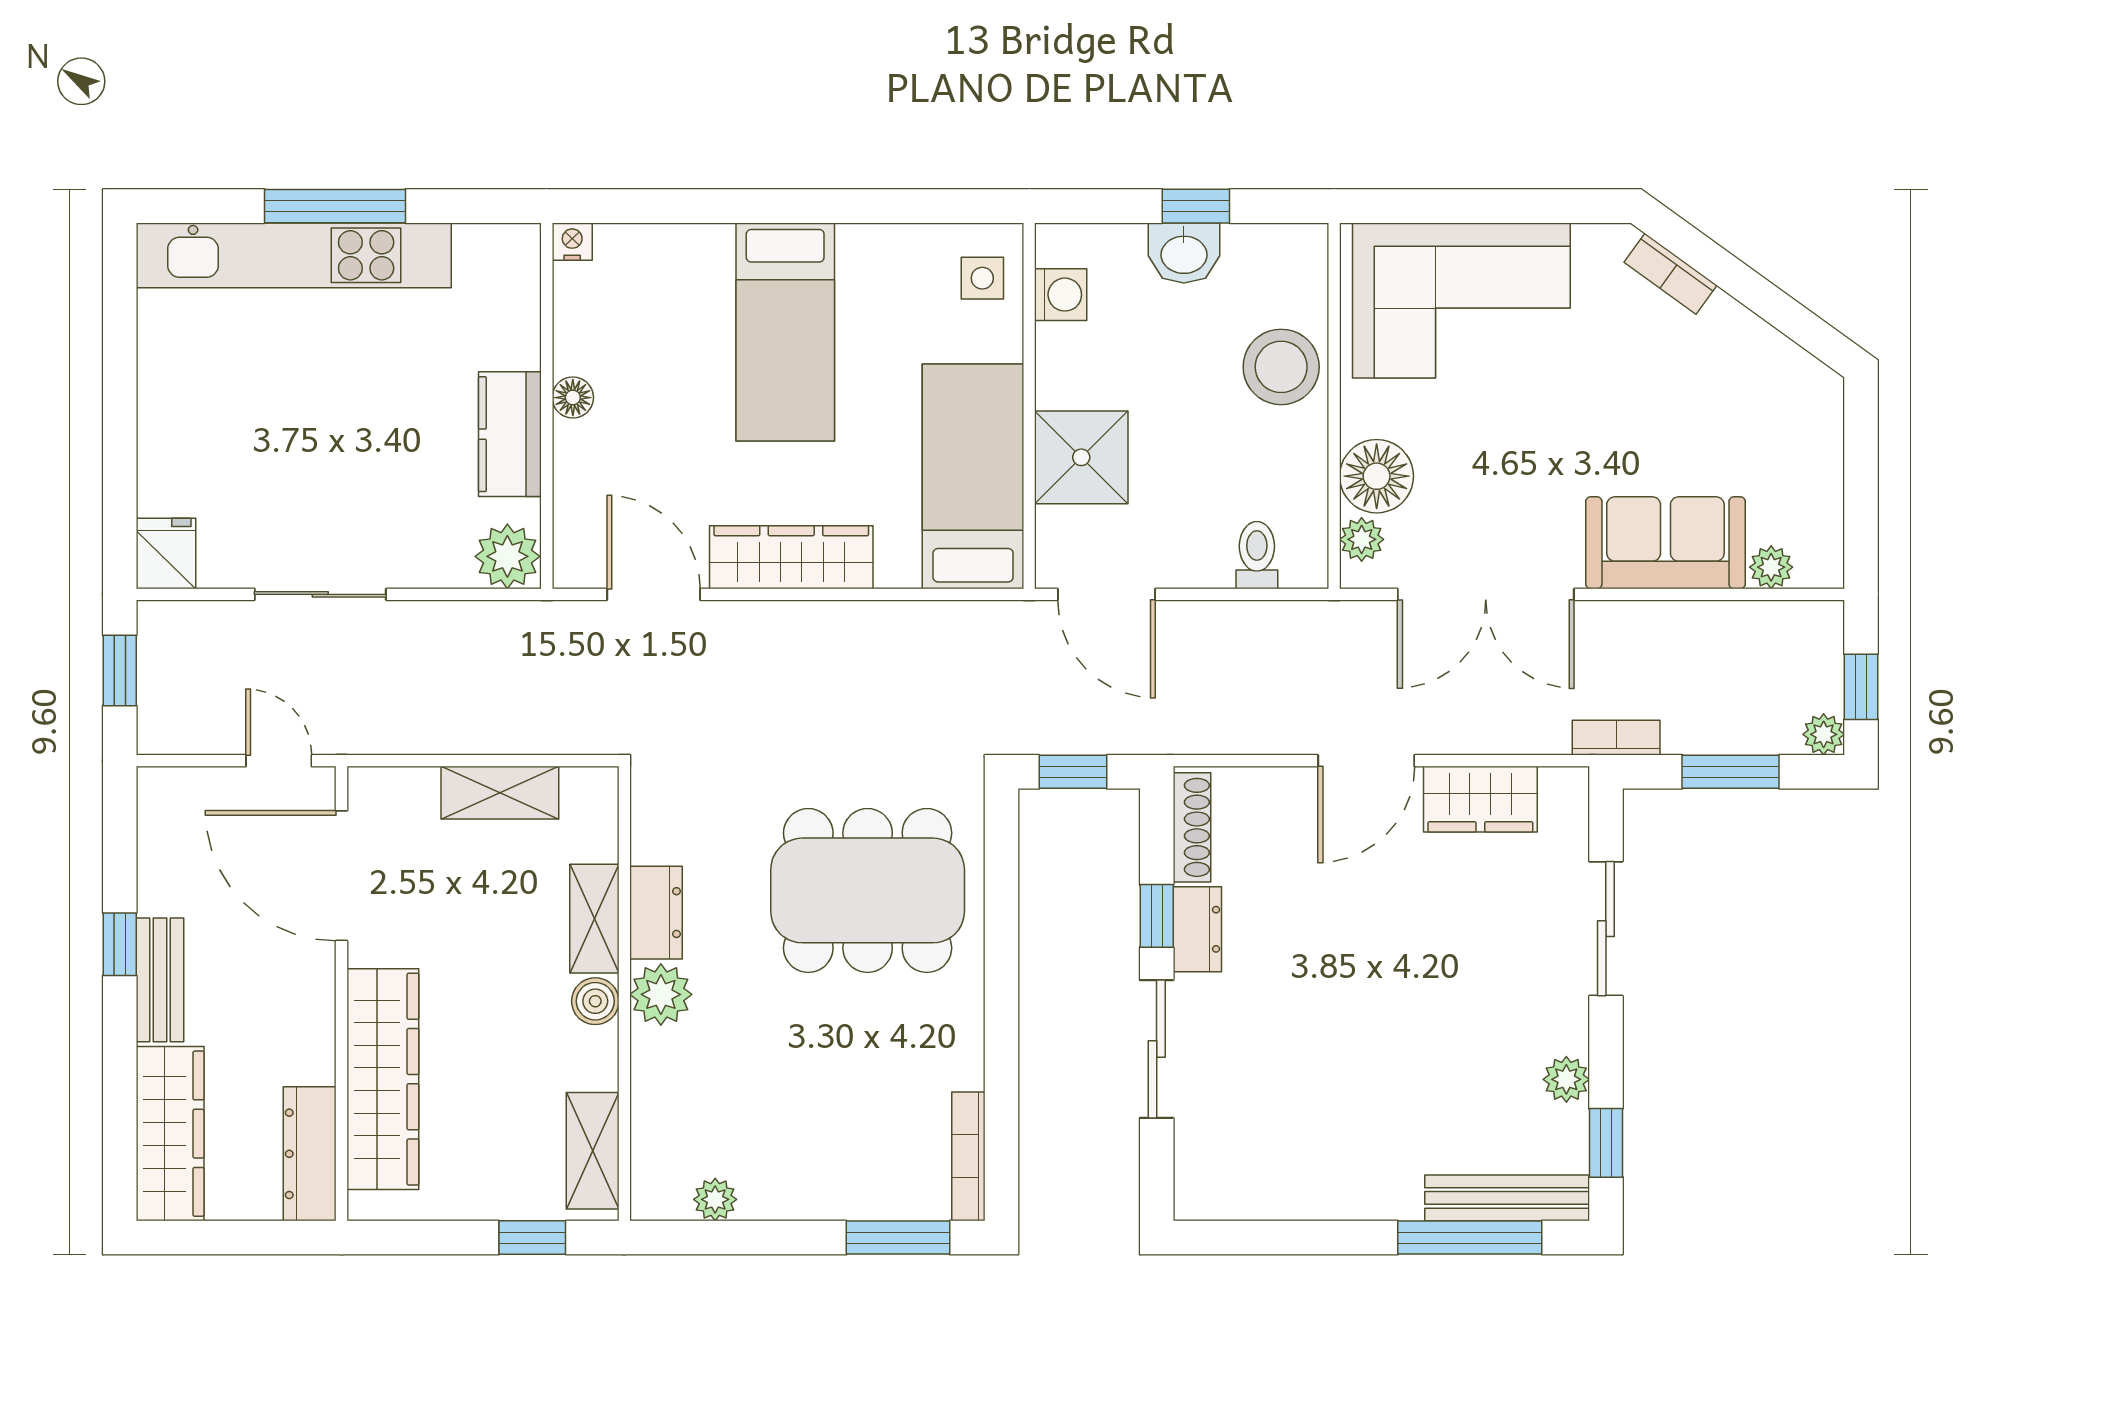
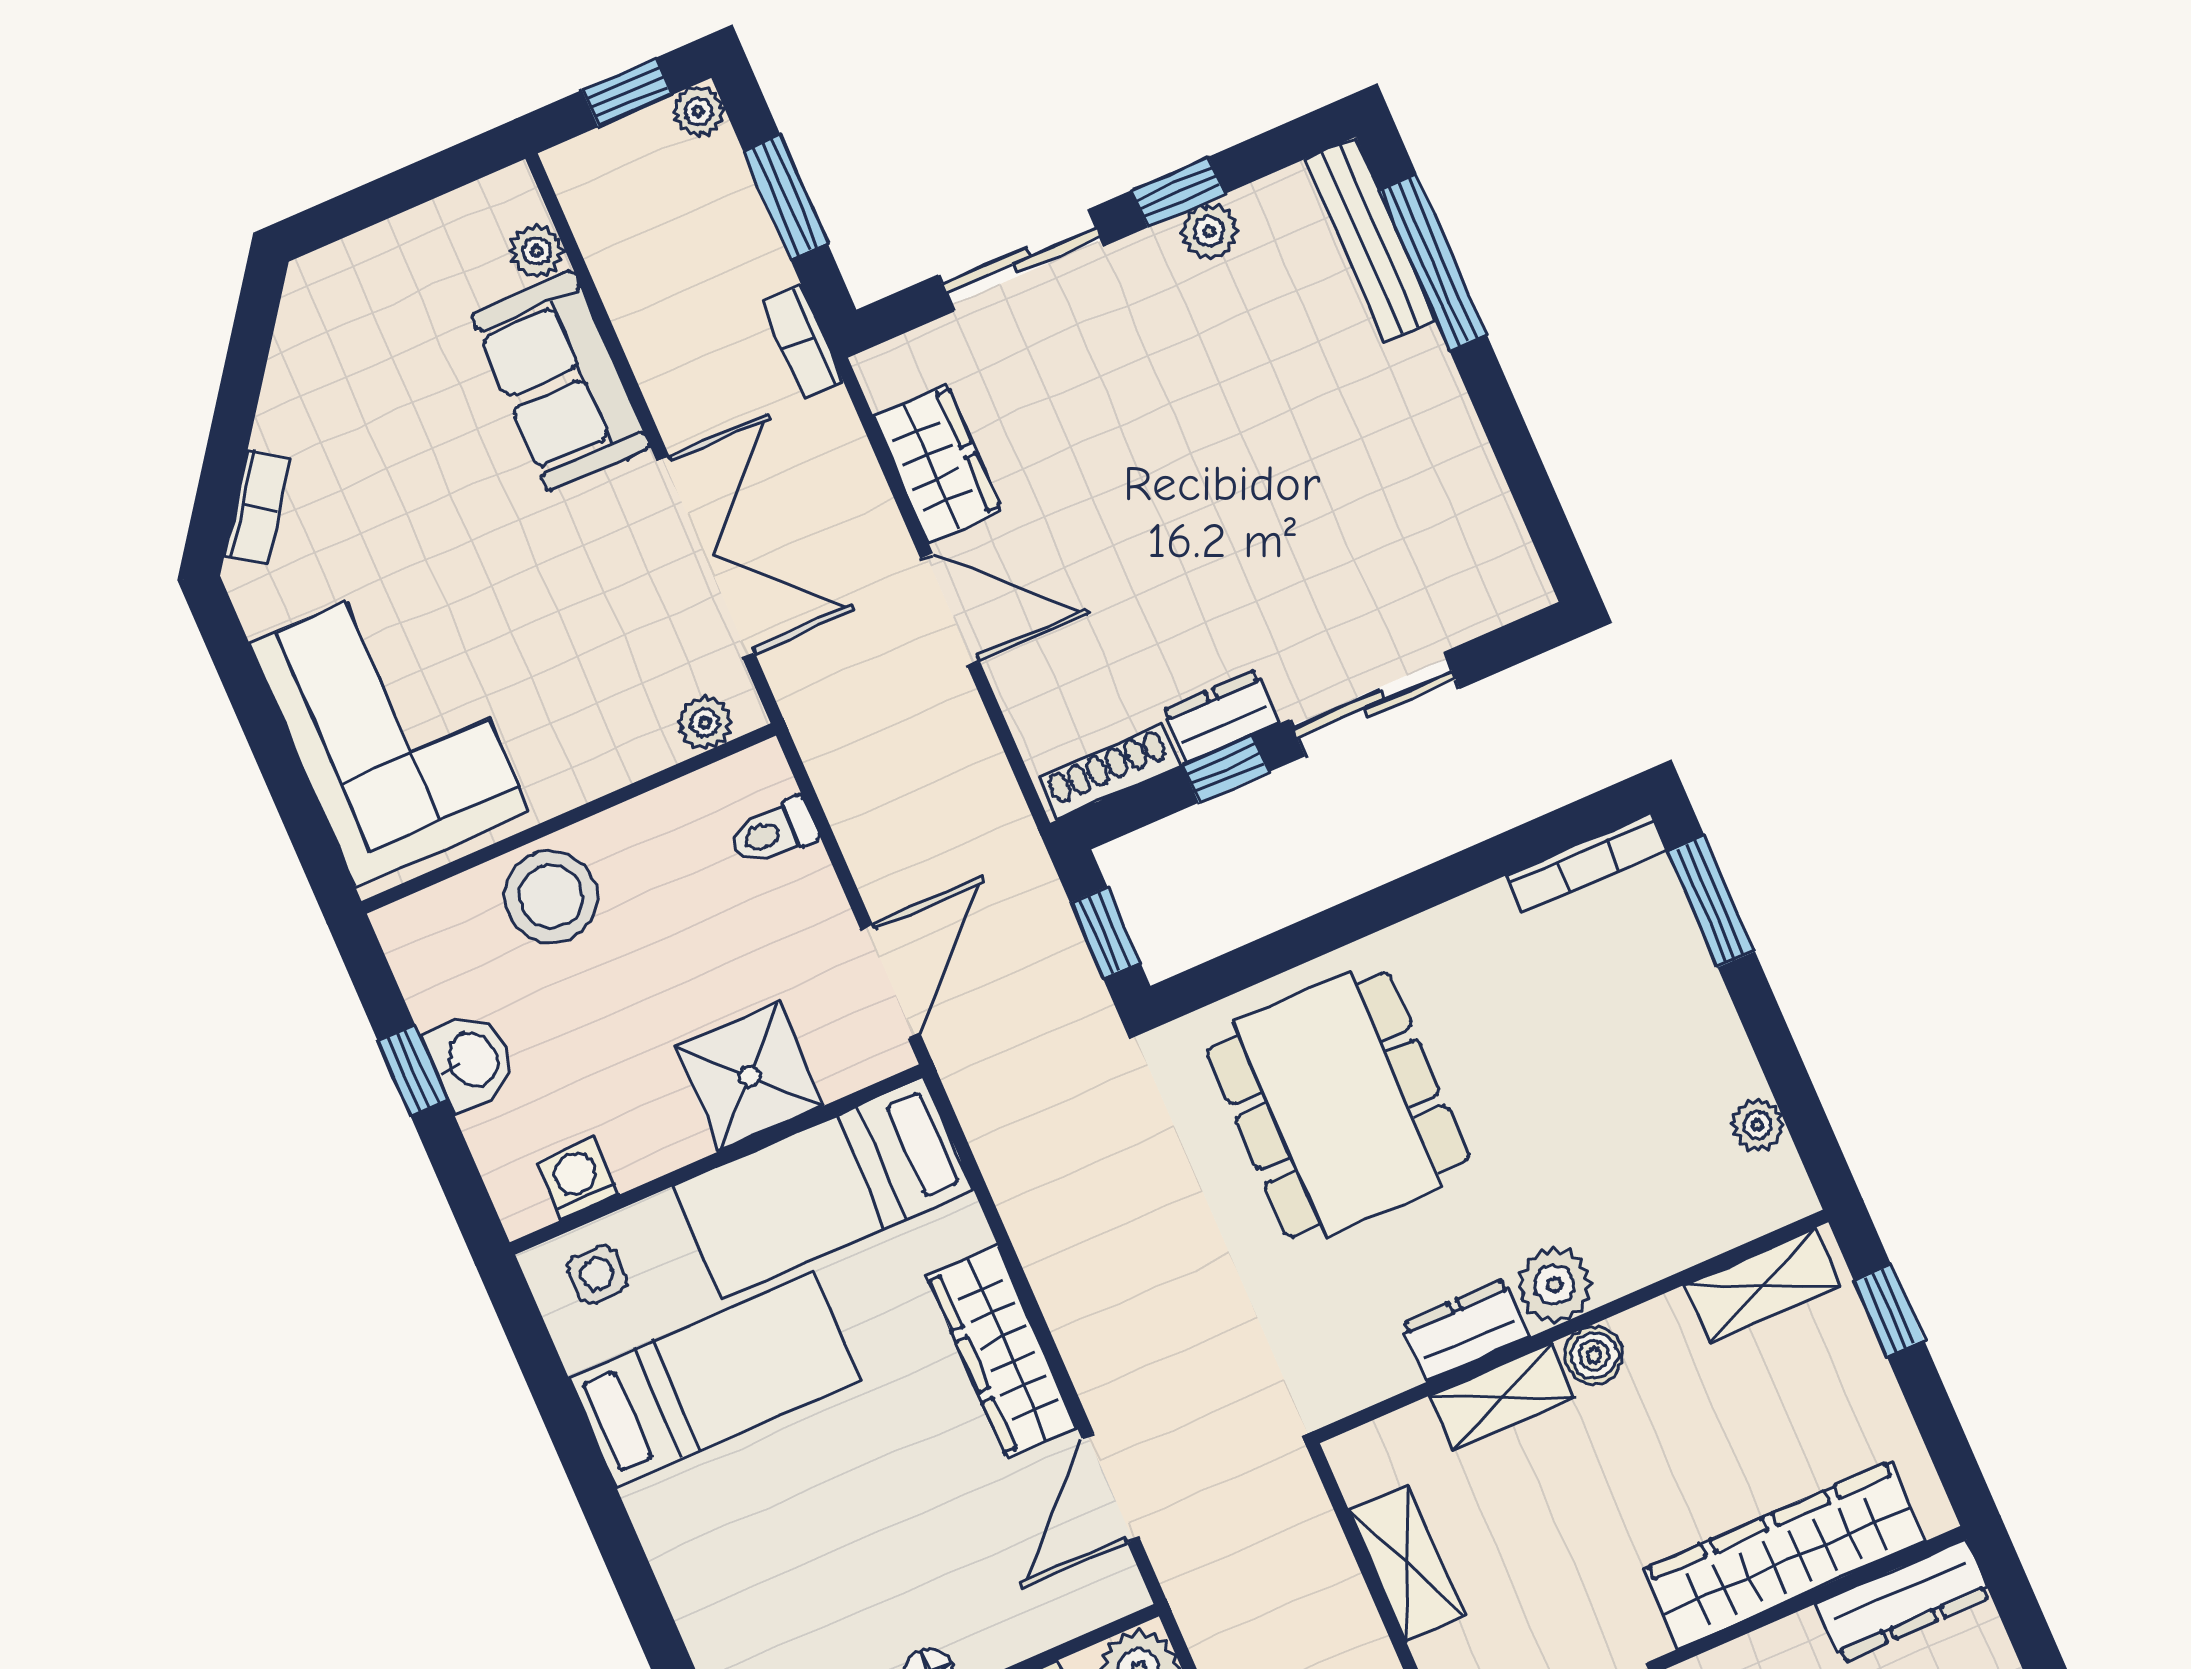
bed: (785, 332) -> (714, 1379), moved
floor lamp: (1377, 476) -> (627, 737), removed
window: (1606, 1143) -> (1178, 192), moved

